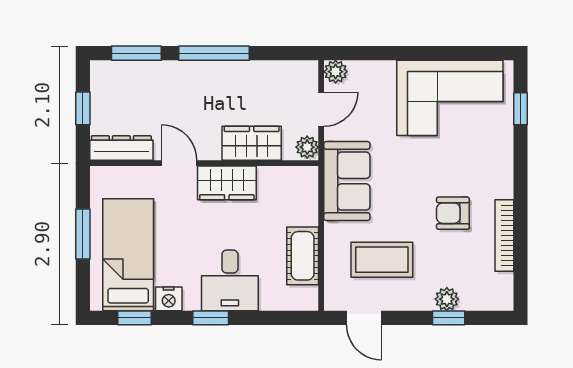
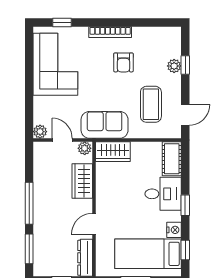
wardrobe: (227, 183) -> (113, 152), moved, turned 90
bookcase: (504, 235) -> (110, 32), moved
cot: (303, 256) -> (172, 159), moved, turned 90

